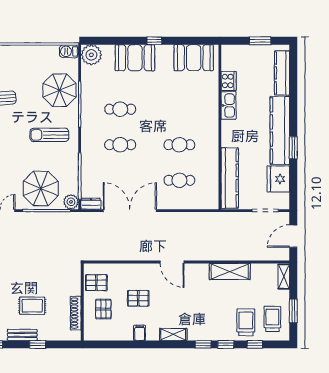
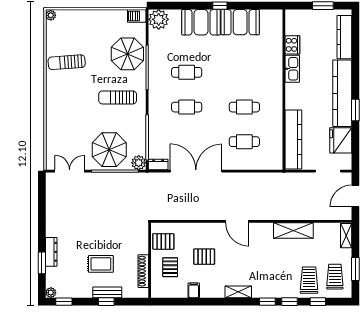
booth: (194, 58) -> (240, 22), moved
filing cabinet: (140, 333) -> (194, 290), moved
bench: (22, 335) -> (107, 292), moved

